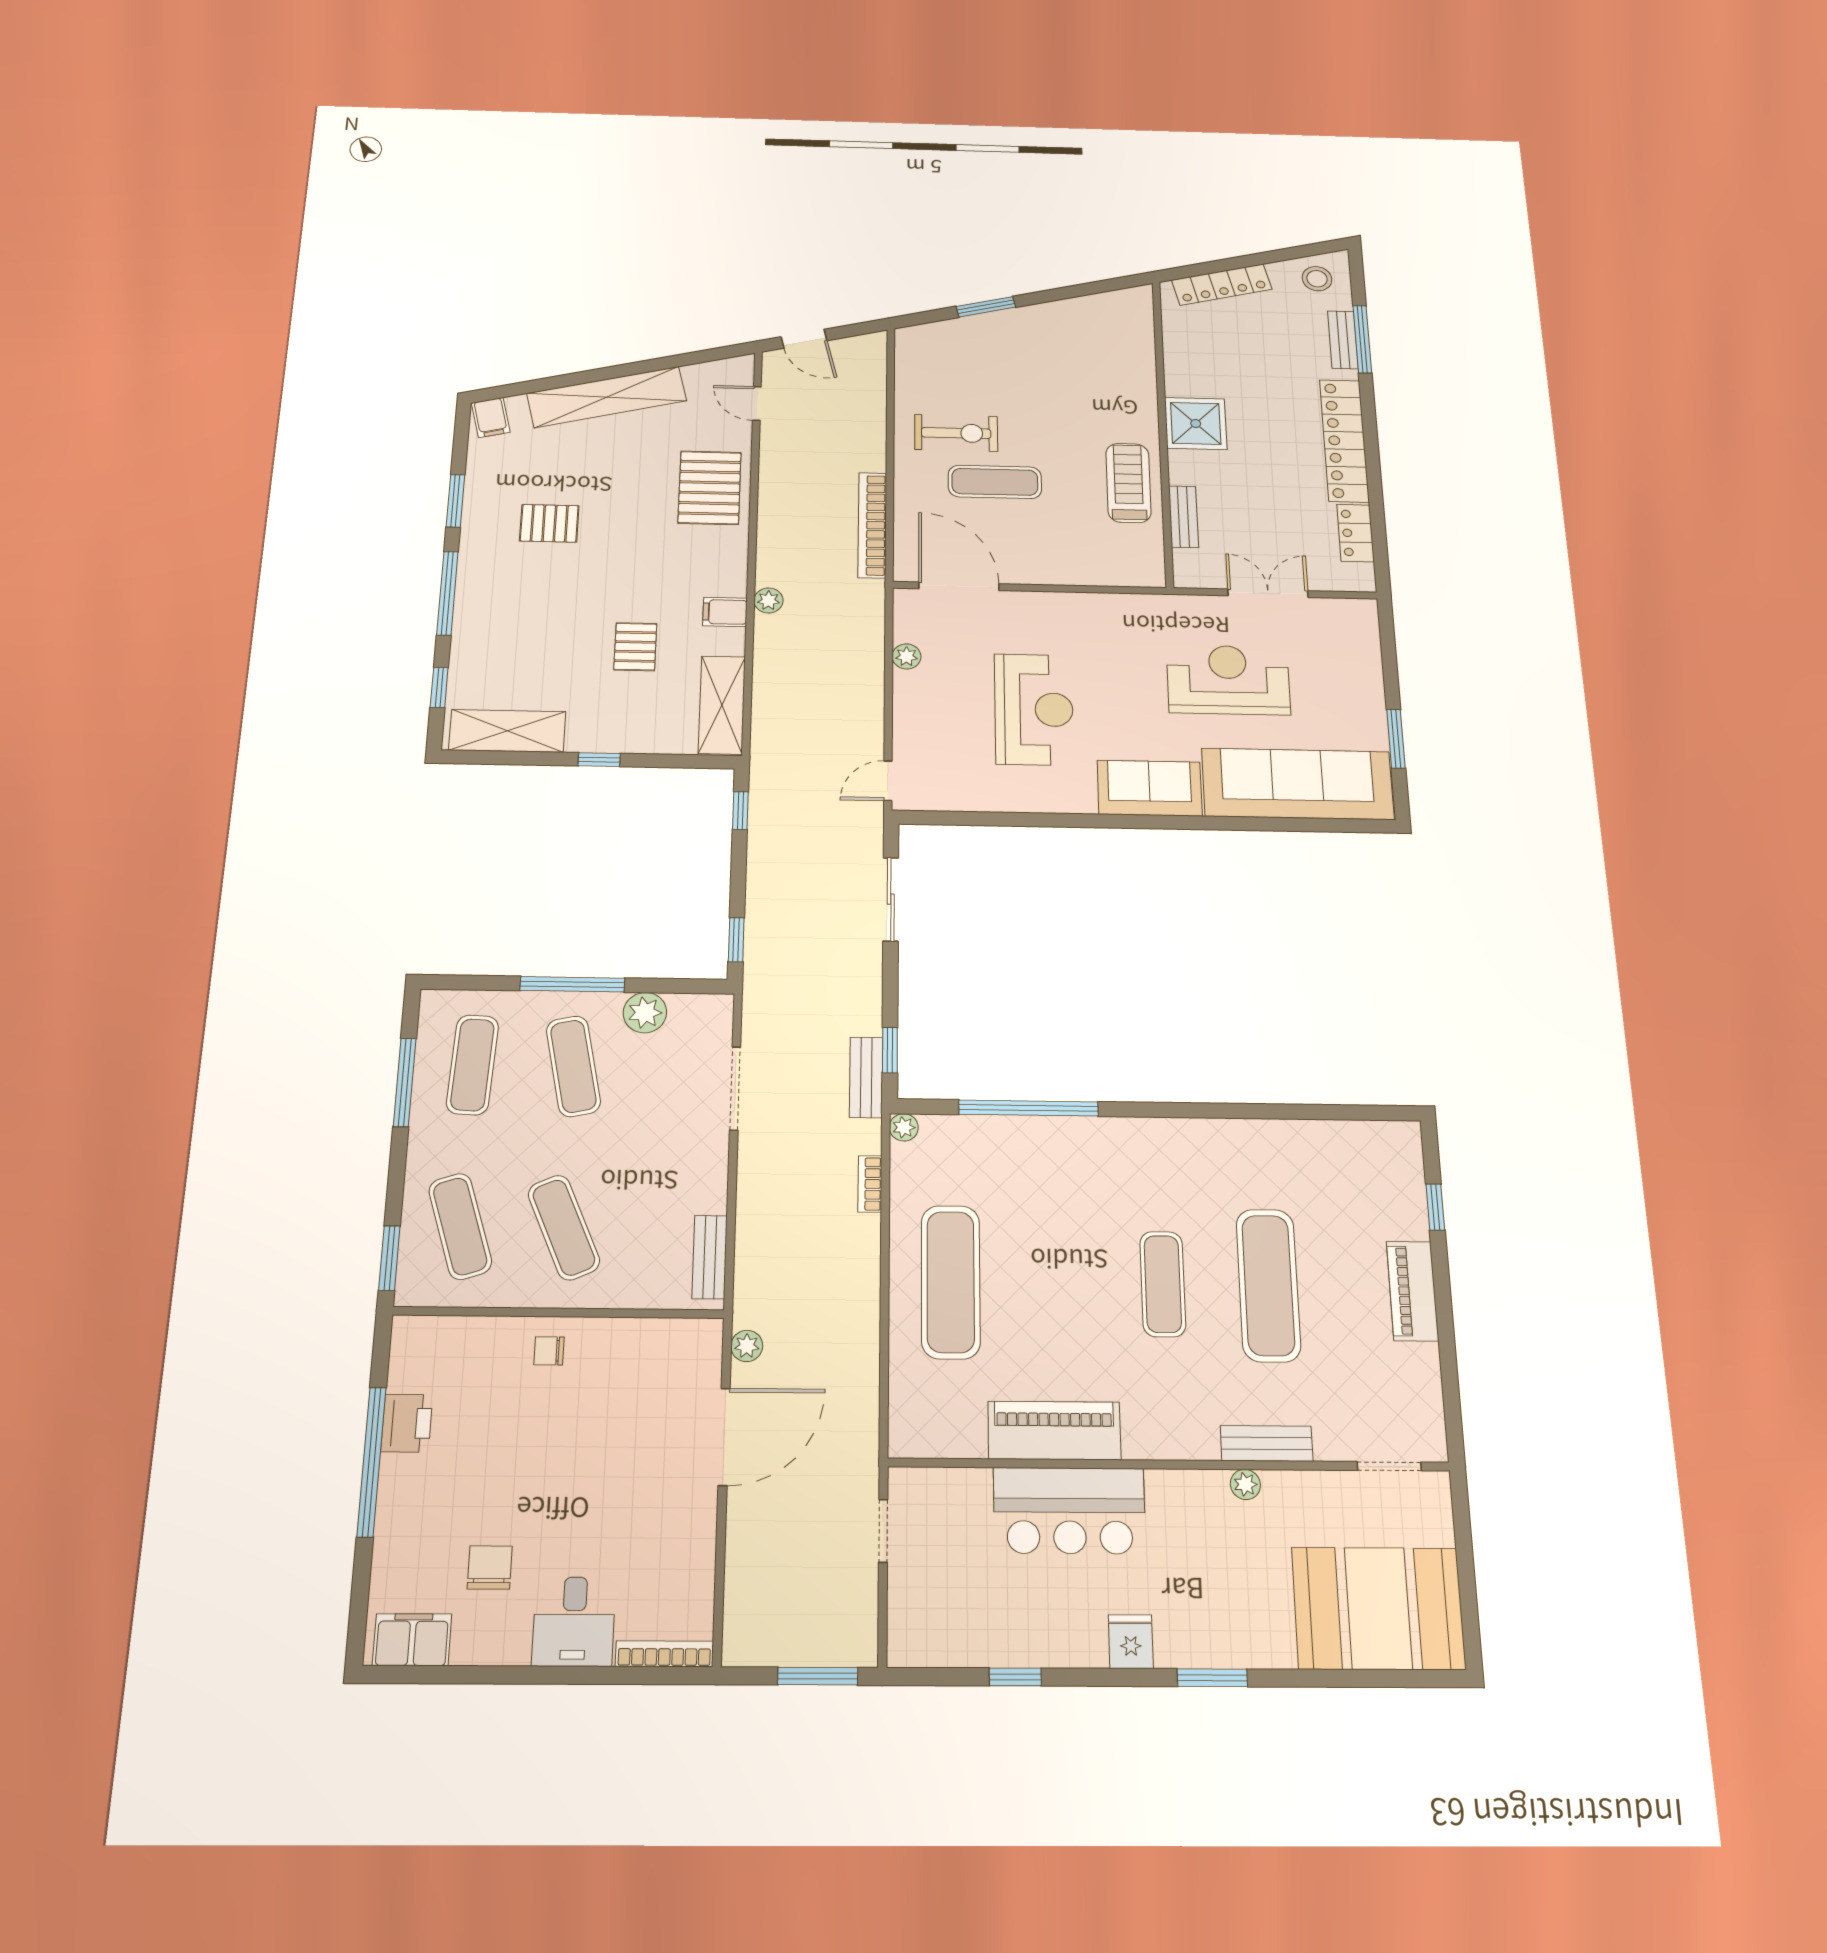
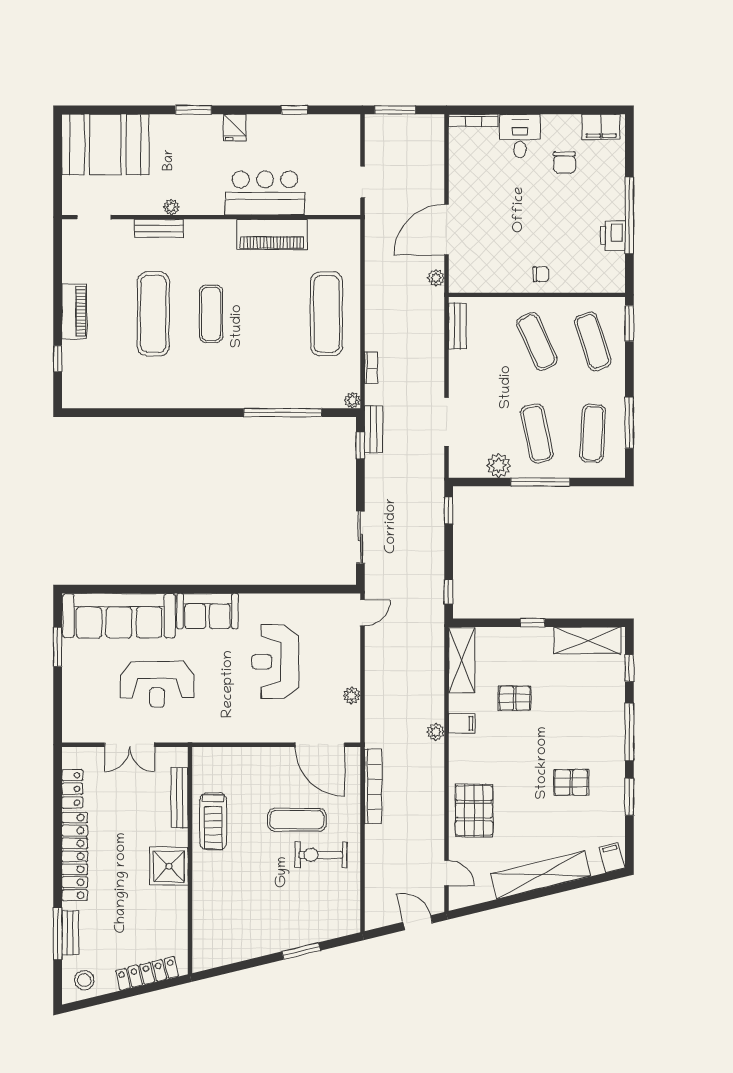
bench: (1183, 517) -> (180, 798), width x1.36
pallet: (635, 647) -> (515, 698), turned 90

